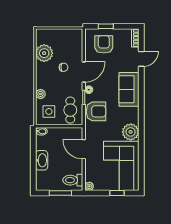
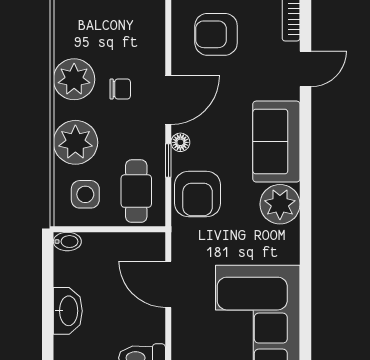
armchair: (104, 44) -> (216, 34), turned -90
plant: (44, 53) -> (74, 79), moved
plant: (40, 94) -> (75, 142), width x1.88, depth x1.88
armchair: (96, 111) -> (198, 194), turned 90
plant: (131, 132) -> (280, 204), moved

